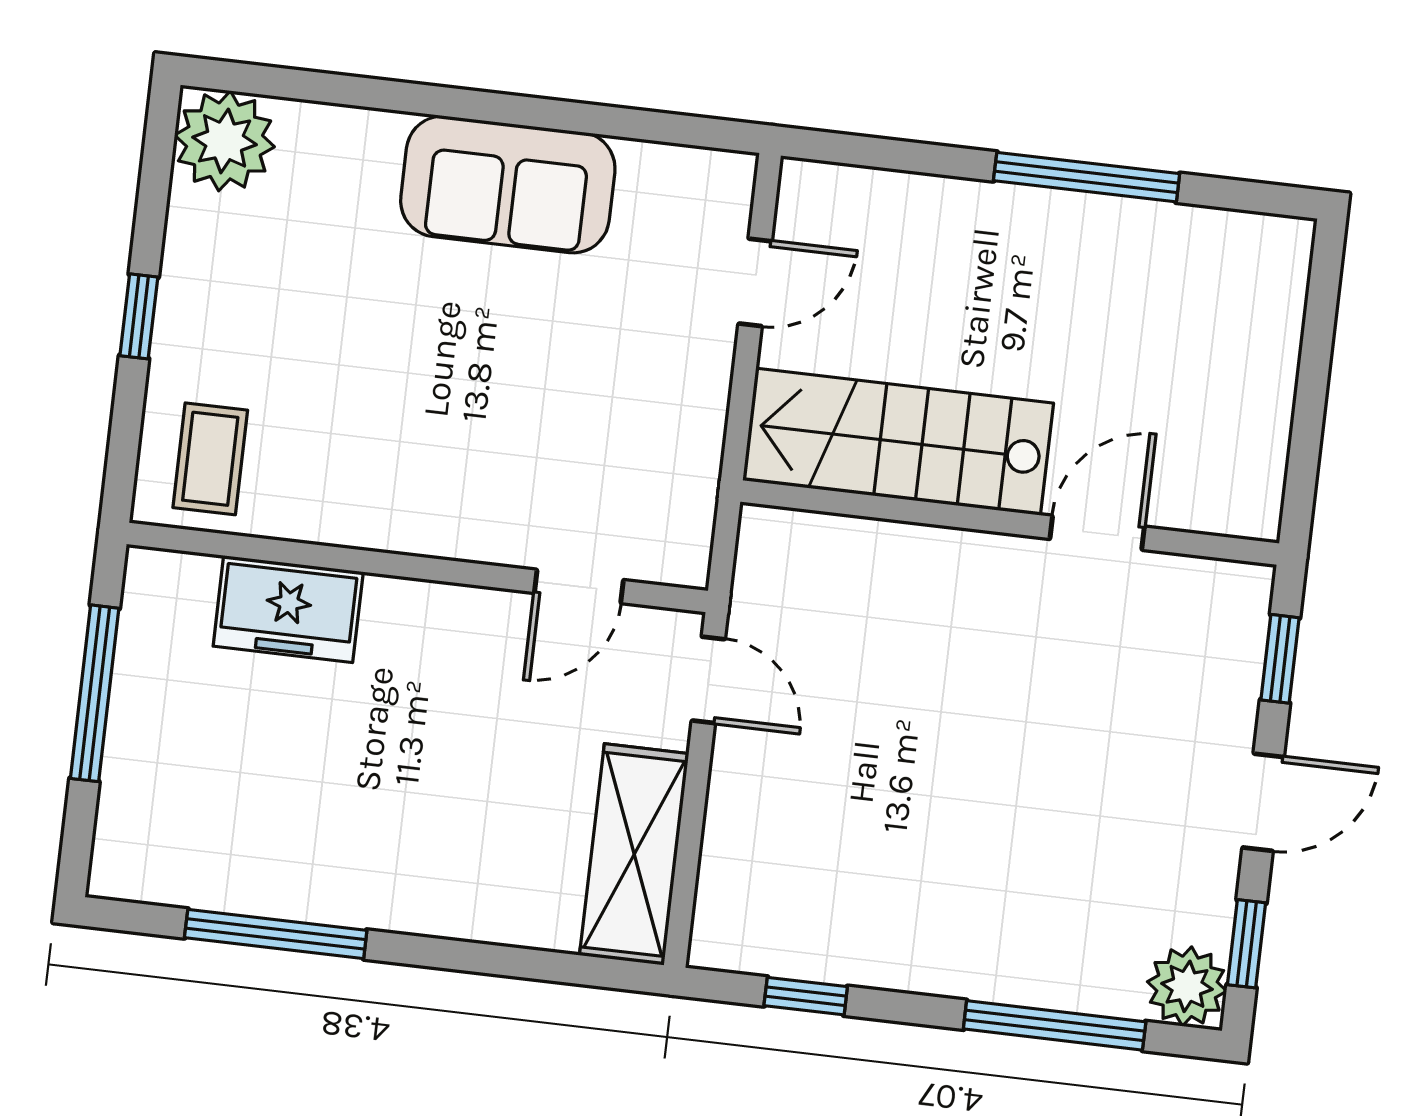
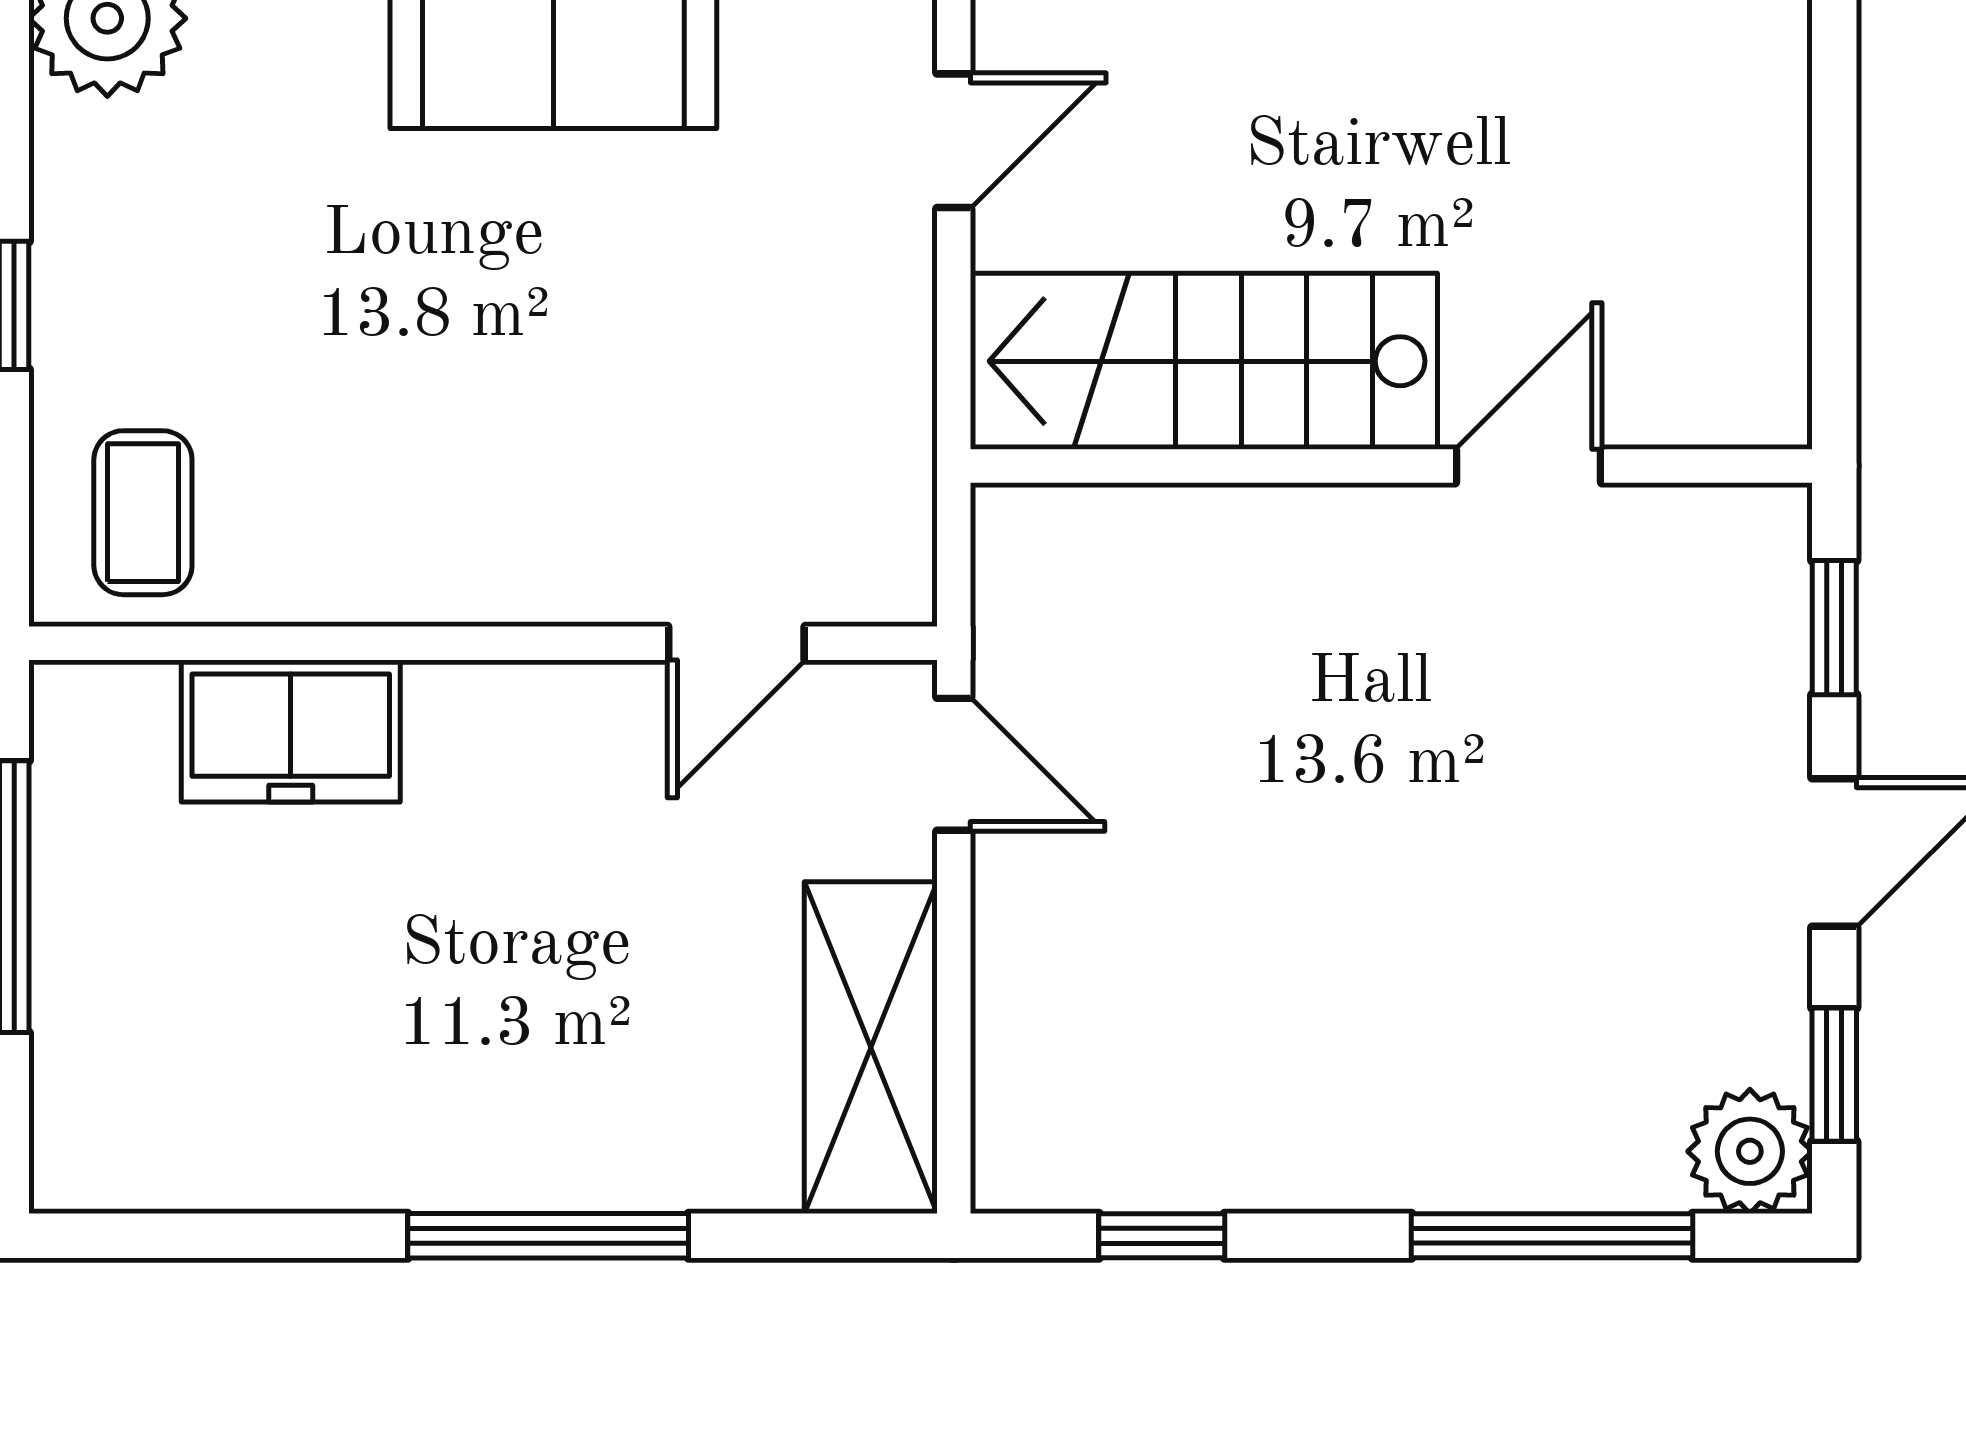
window: (276, 934) -> (548, 1236), moved

